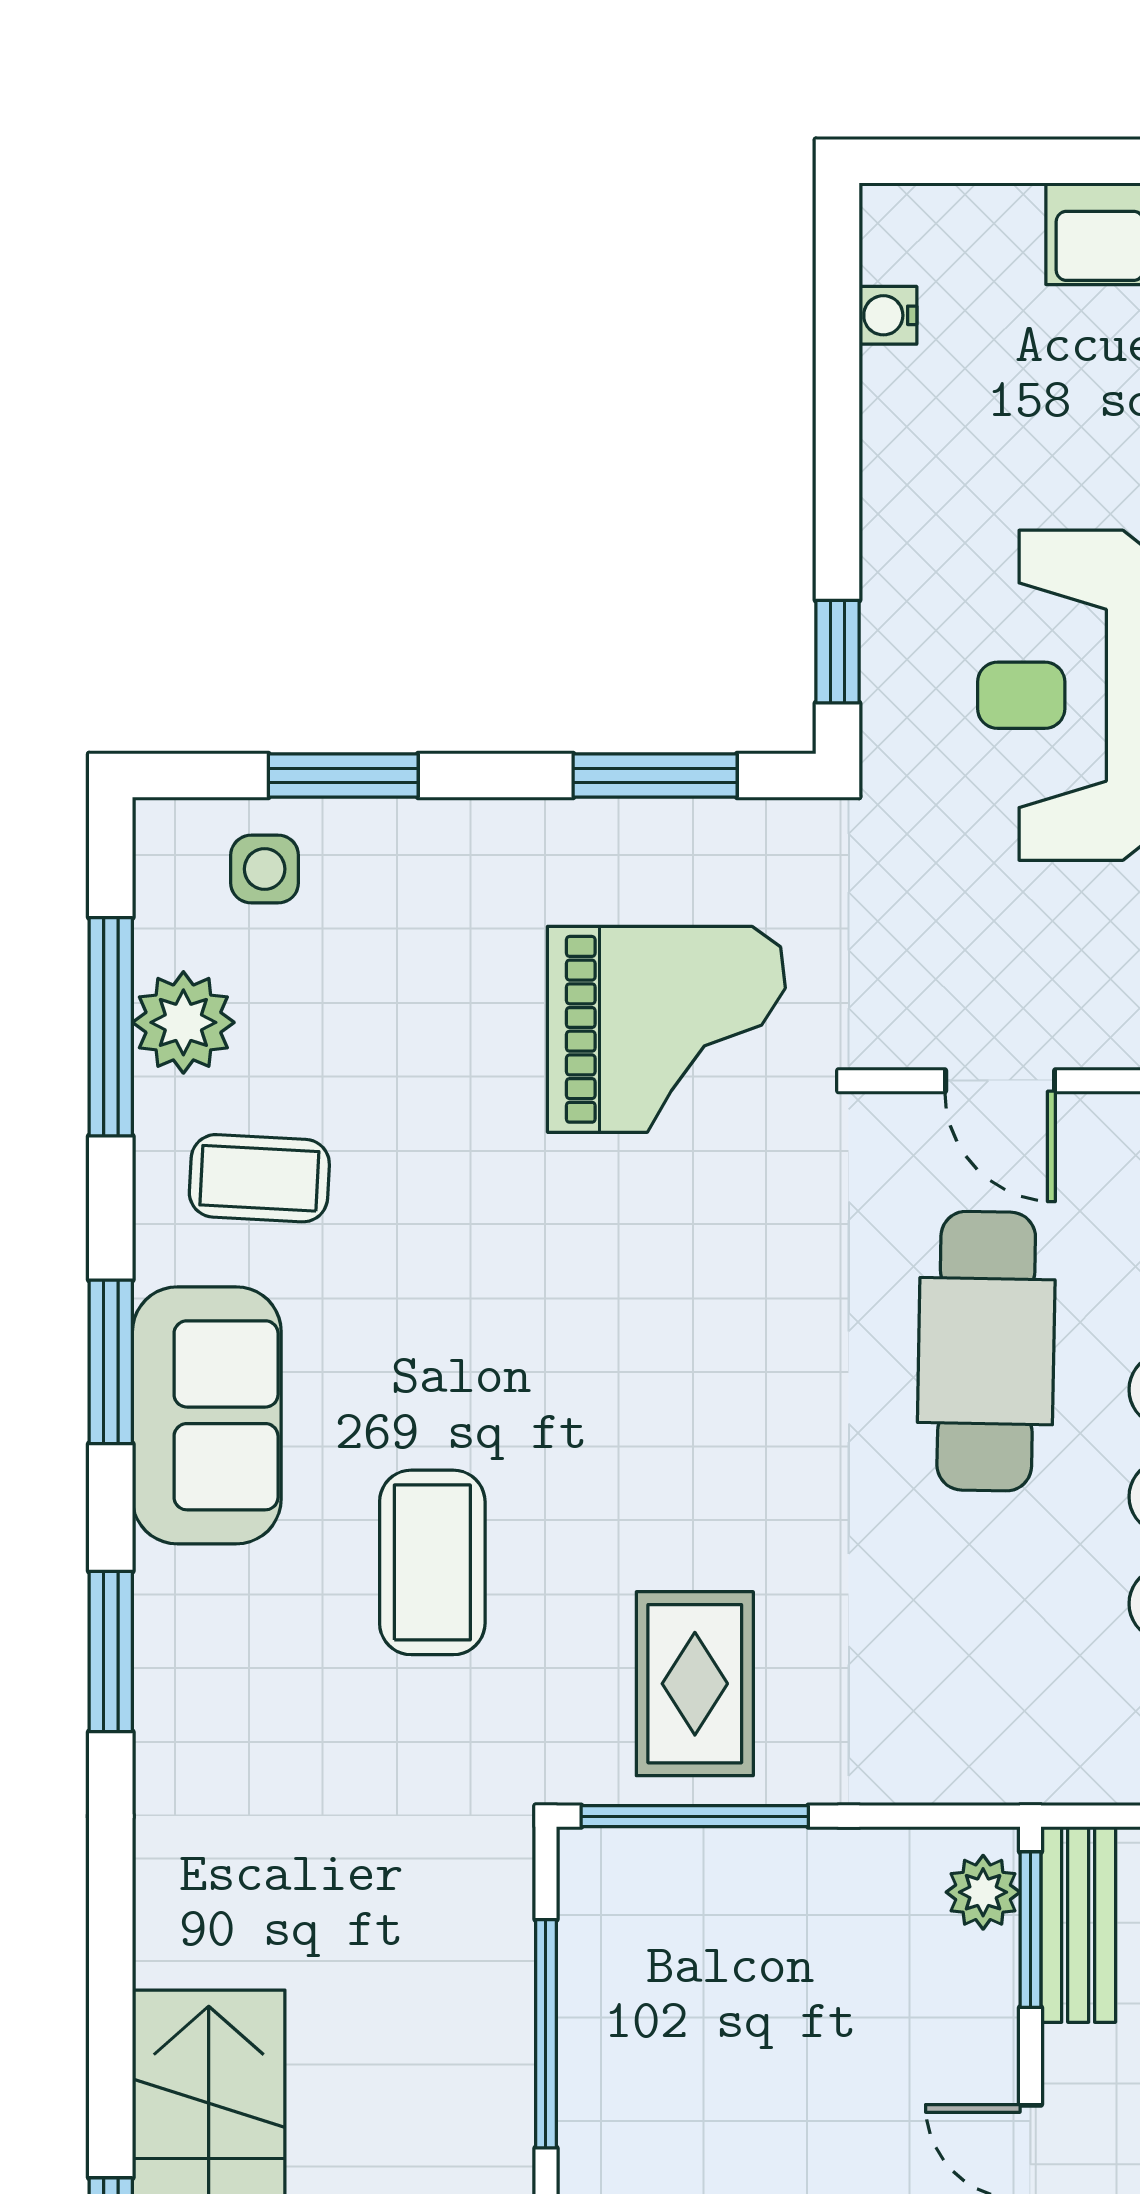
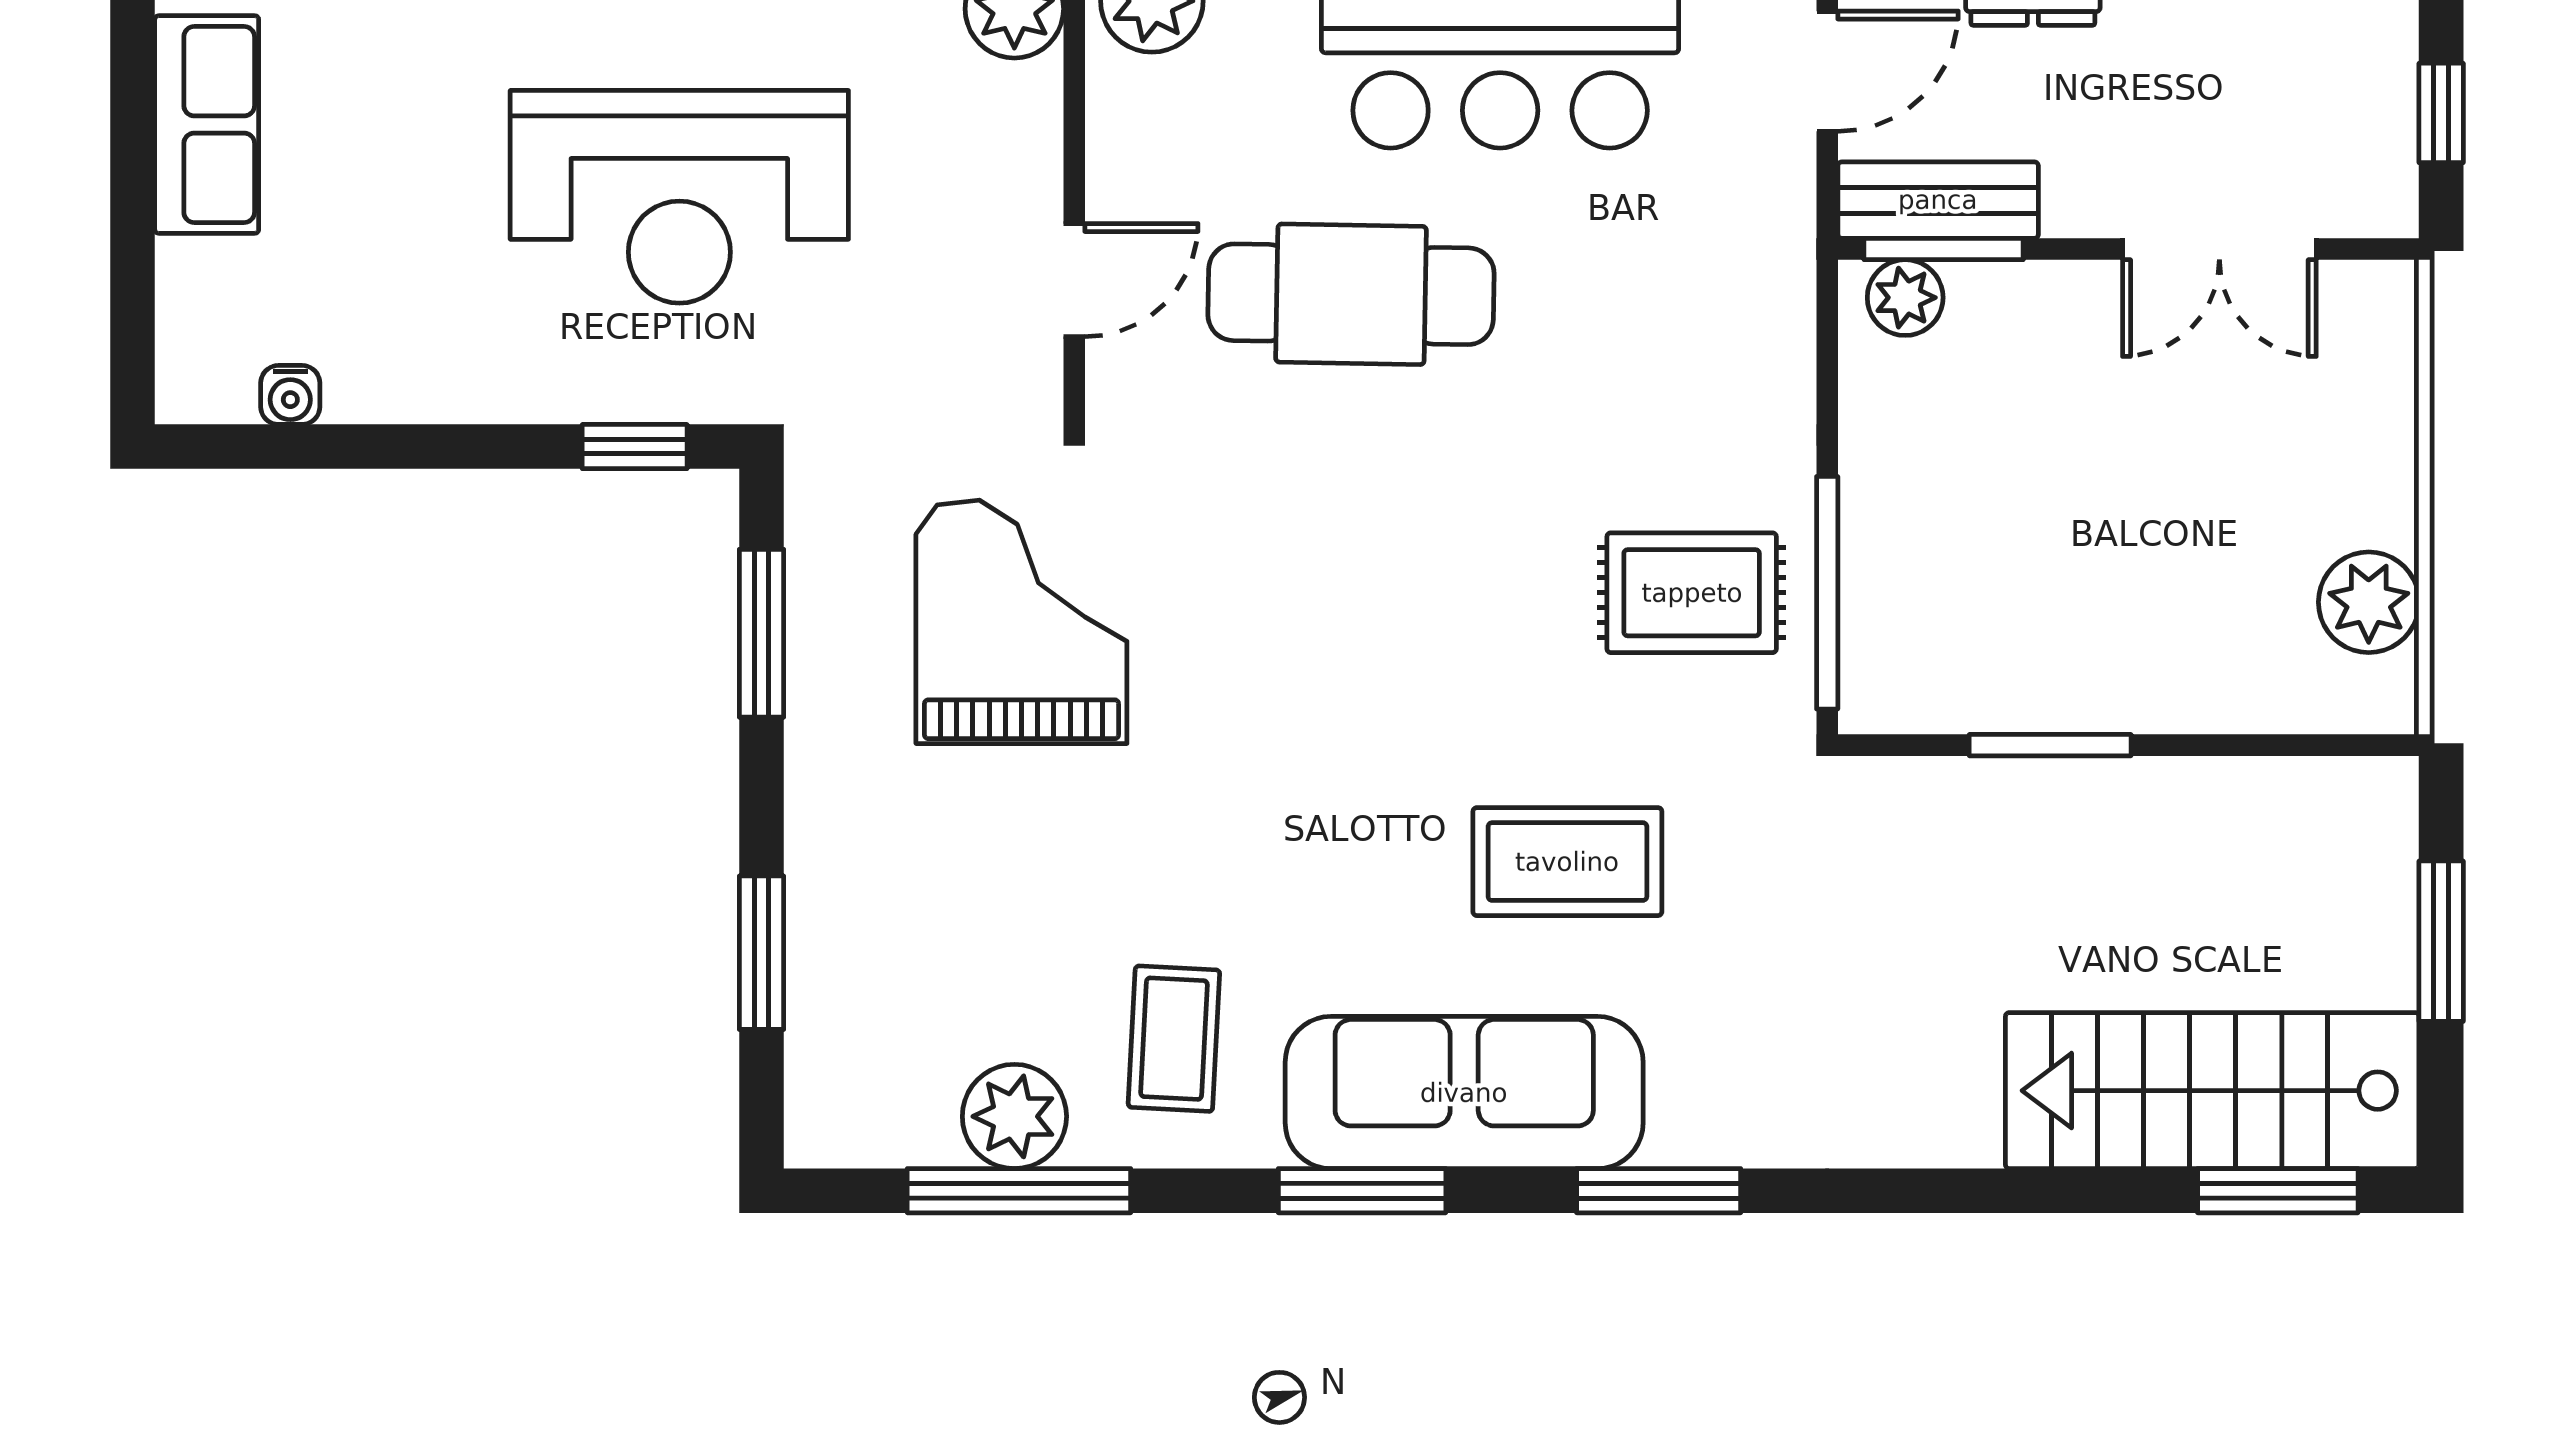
side table: (265, 869) -> (857, 1033), removed
sofa: (207, 1415) -> (1464, 1093), width x1.36
window: (546, 2034) -> (2050, 745), width x0.69

